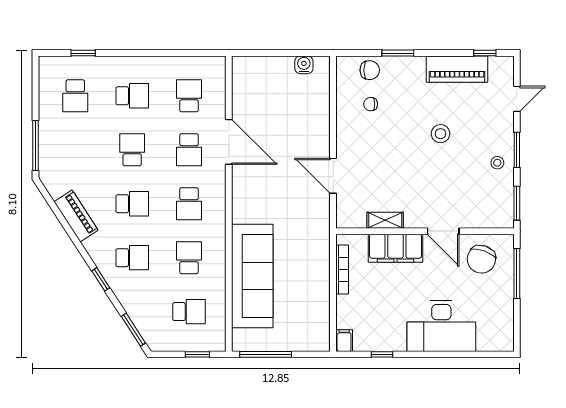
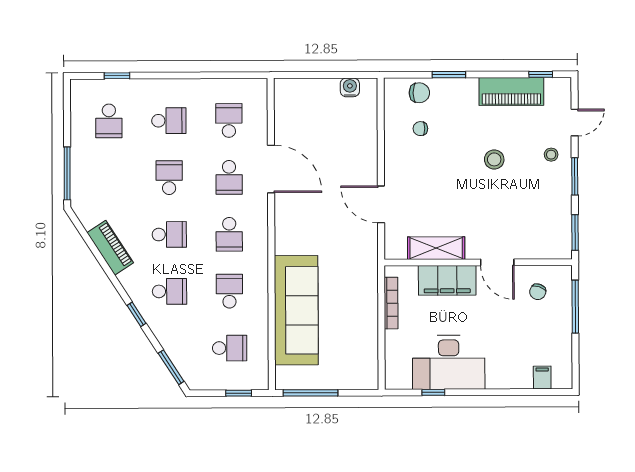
stool: (497, 163) -> (551, 155), moved
shelving: (385, 220) -> (436, 248), width x1.50, depth x1.33
chair: (481, 259) -> (538, 292), width x0.54, depth x0.54
desk: (441, 326) -> (449, 362), moved
filing cabinet: (344, 341) -> (542, 378), moved

